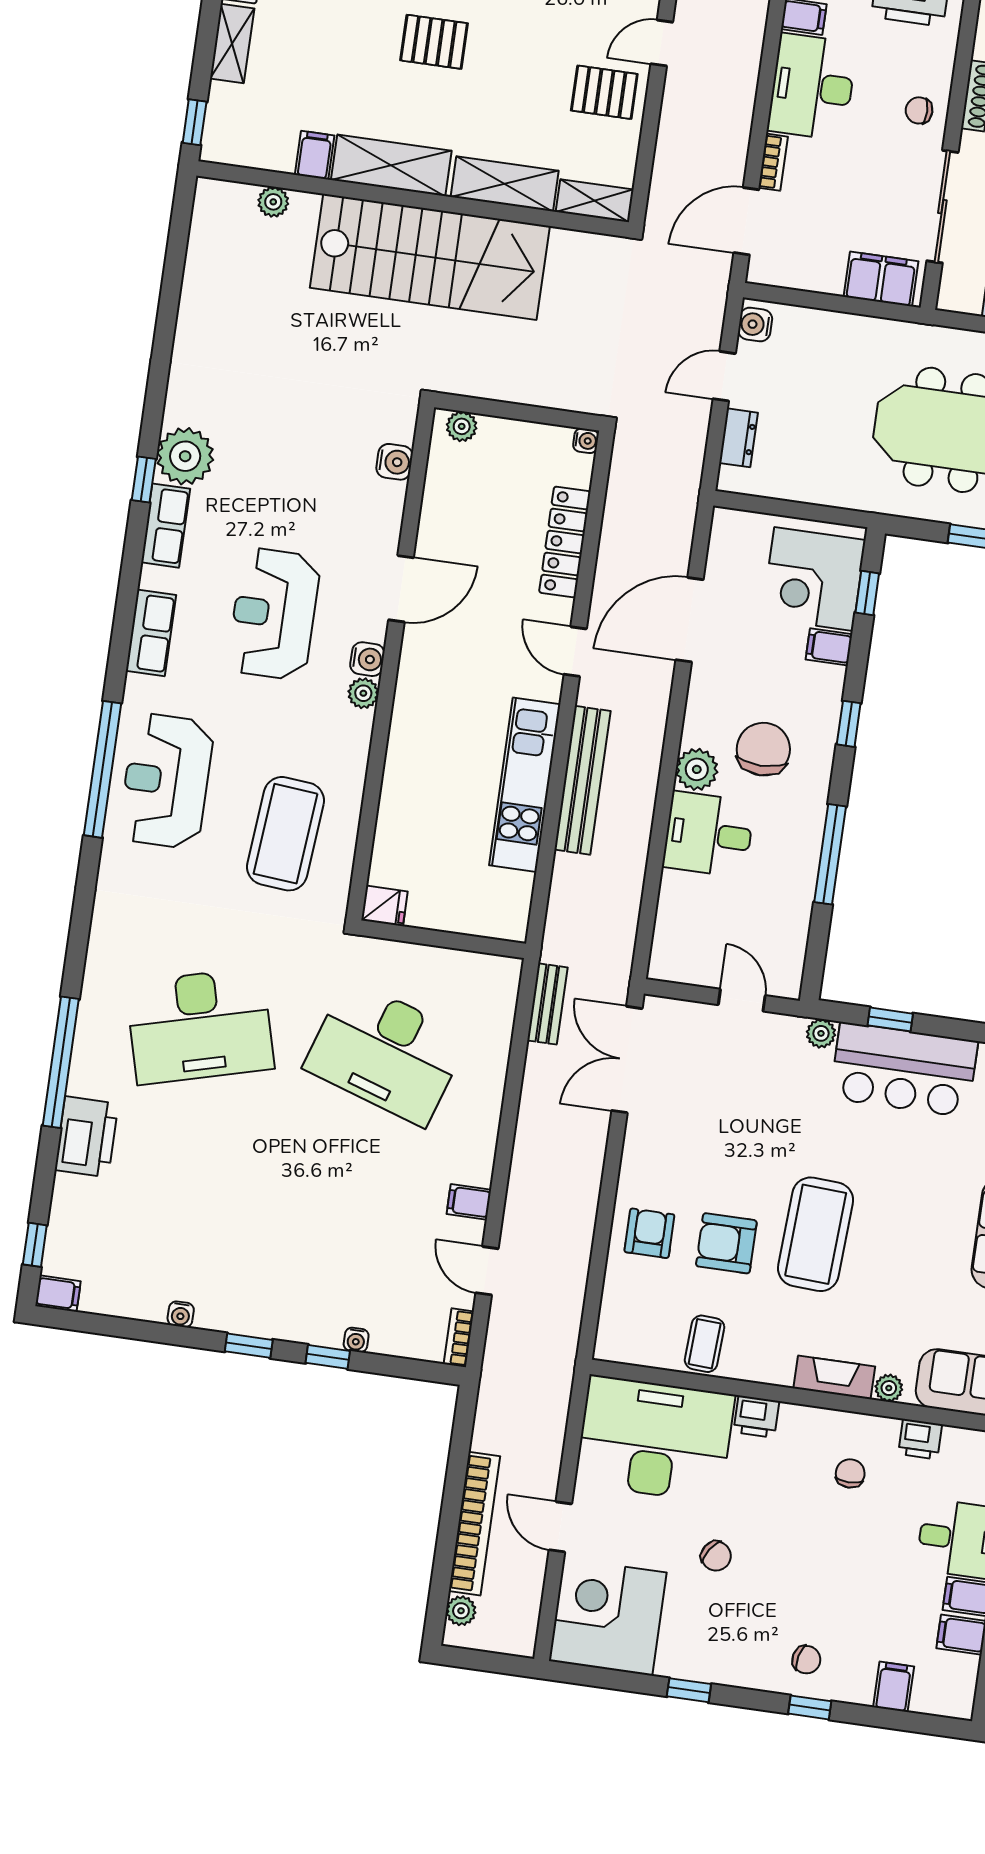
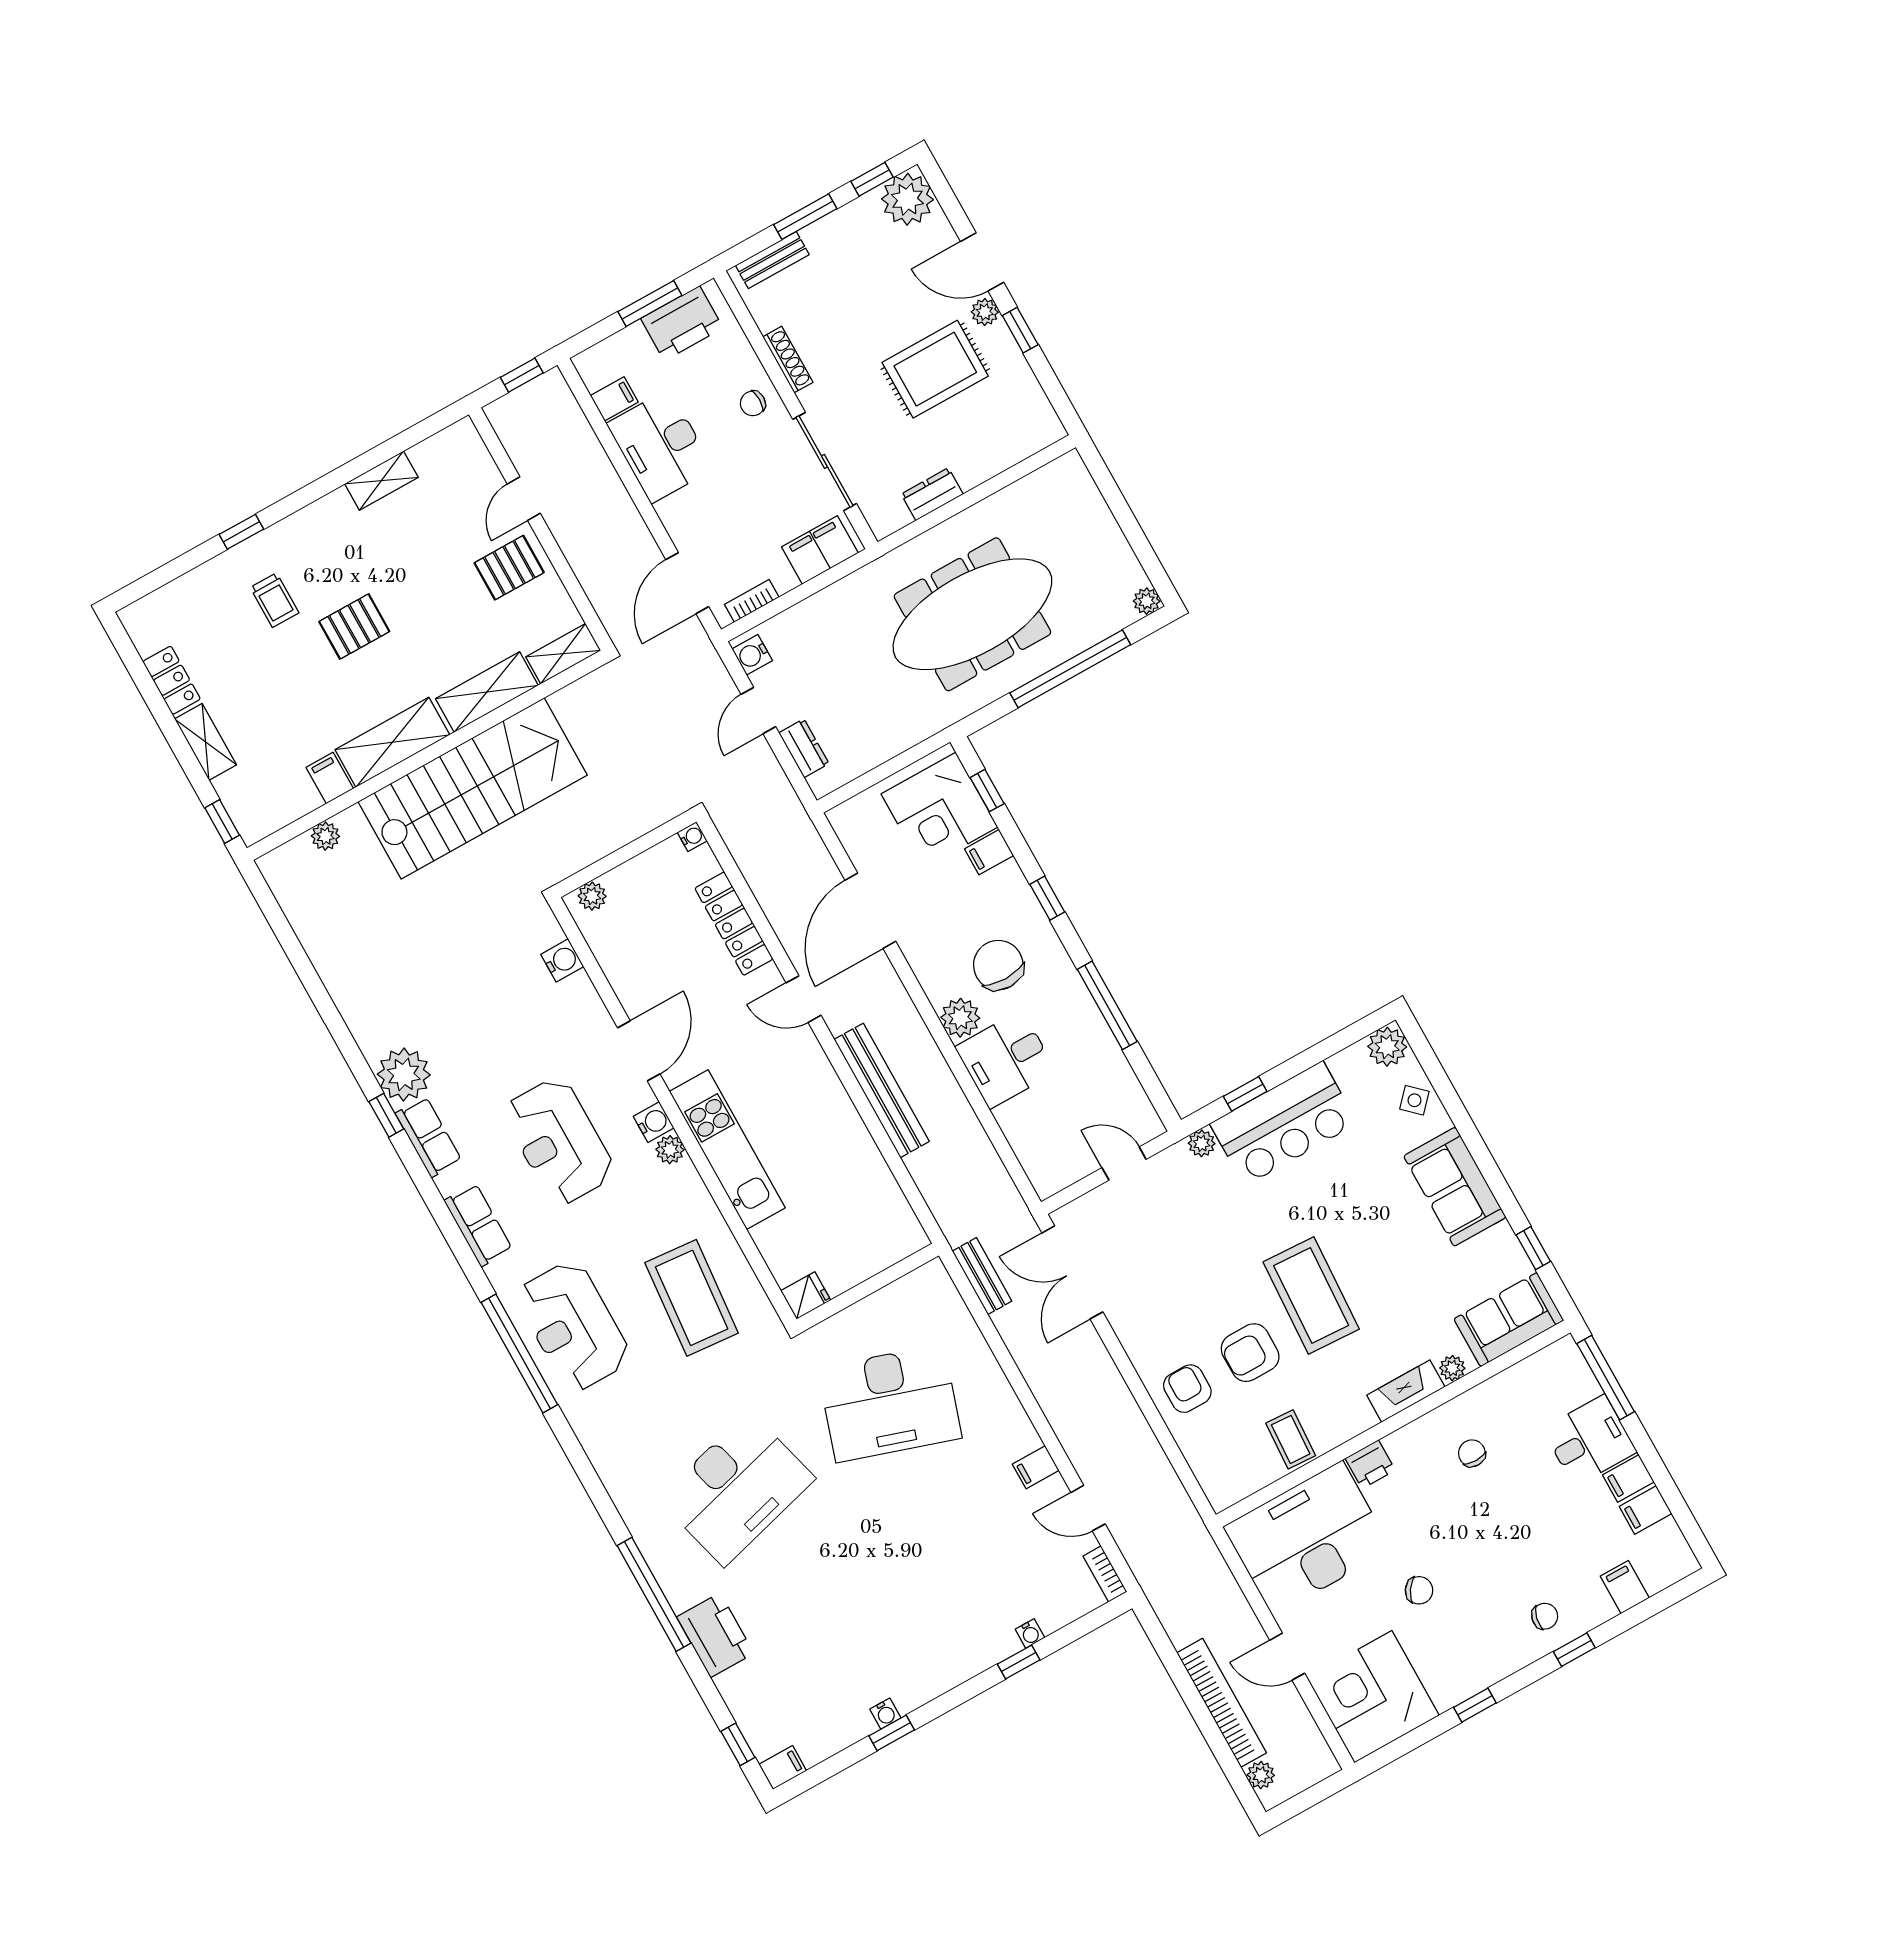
bookcase: (773, 162) -> (752, 601), moved, turned -90
kitchen unit: (525, 785) -> (727, 1150), moved, turned 180
window: (249, 1346) -> (892, 1733), moved
printer: (920, 1439) -> (1505, 1388), removed

